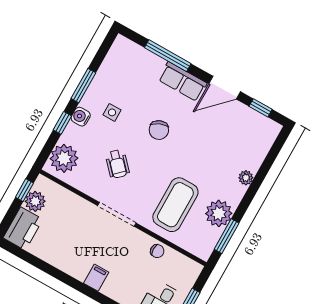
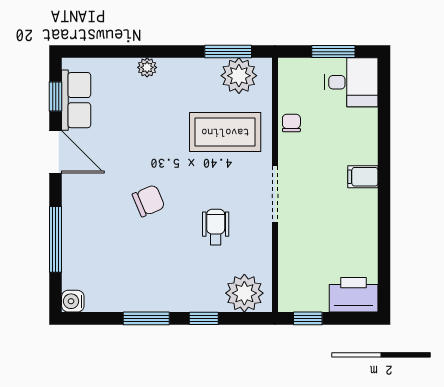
row of seats: (183, 82) -> (76, 100), moved
side table: (112, 112) -> (159, 267), removed
water cooler: (81, 117) -> (73, 301), moved, turned 90
wheelchair: (117, 164) -> (216, 227), turned -47
plant: (35, 201) -> (314, 299), removed
plant: (219, 213) -> (239, 76), moved

